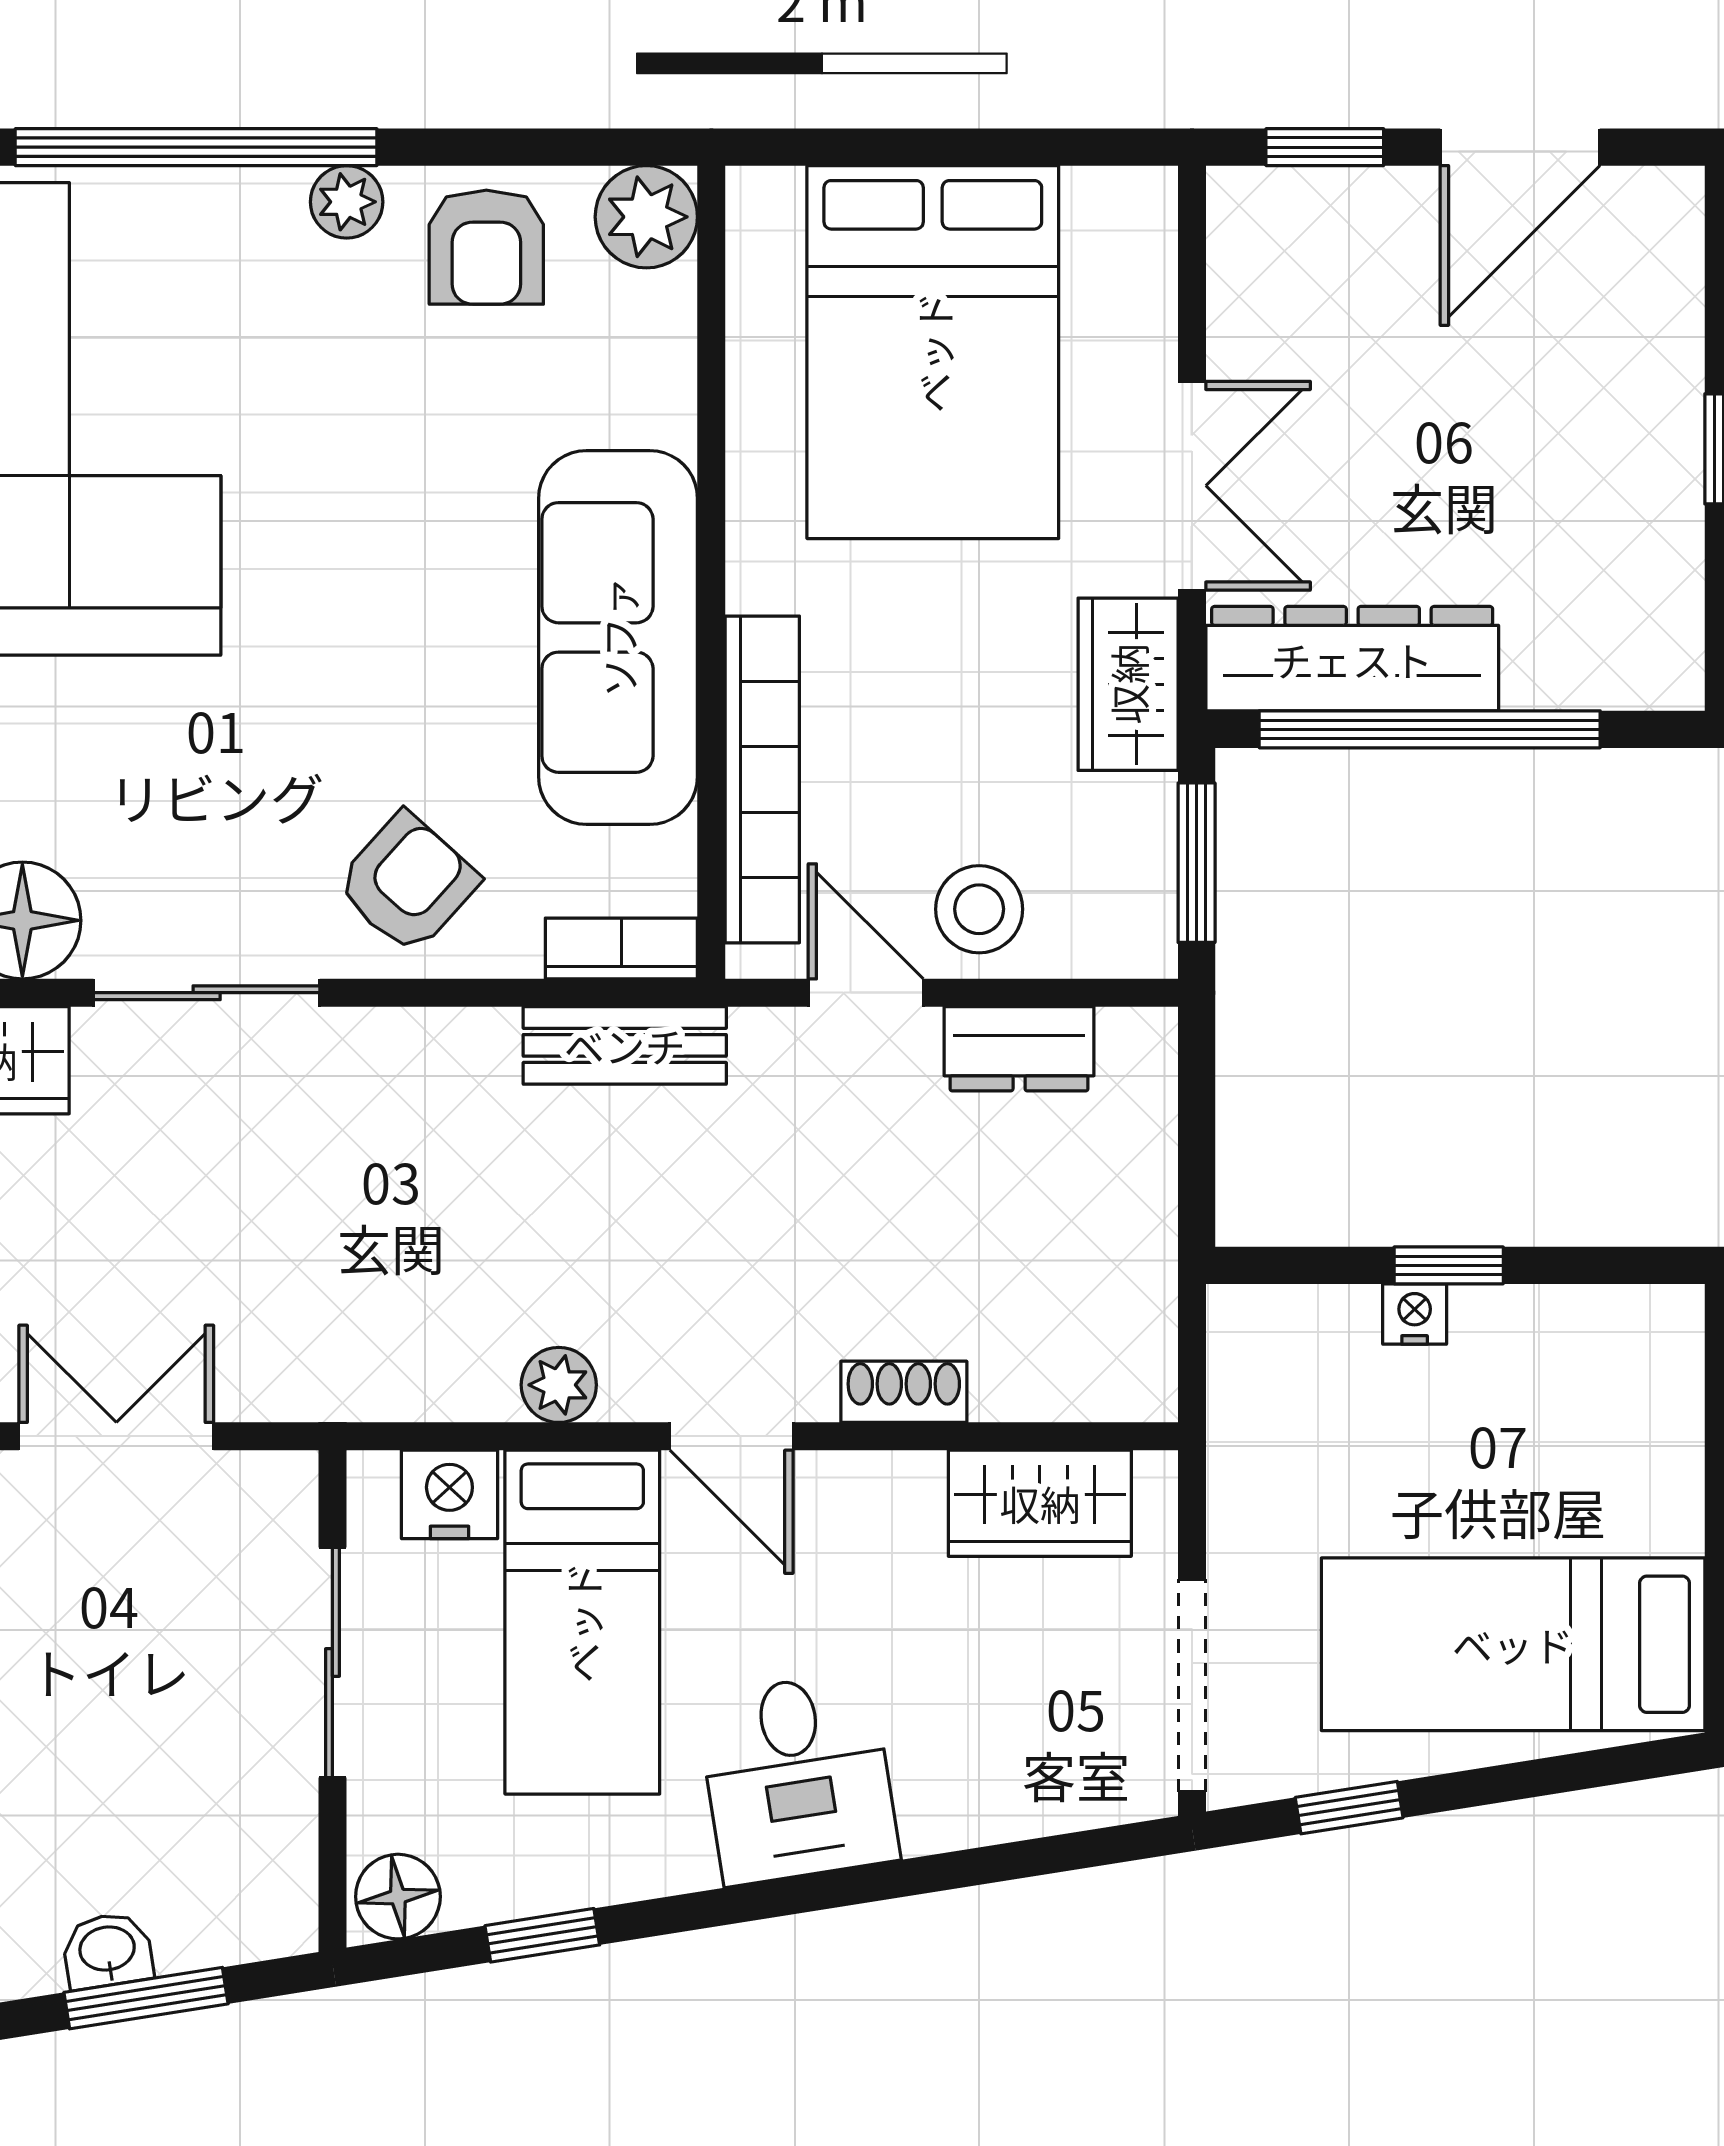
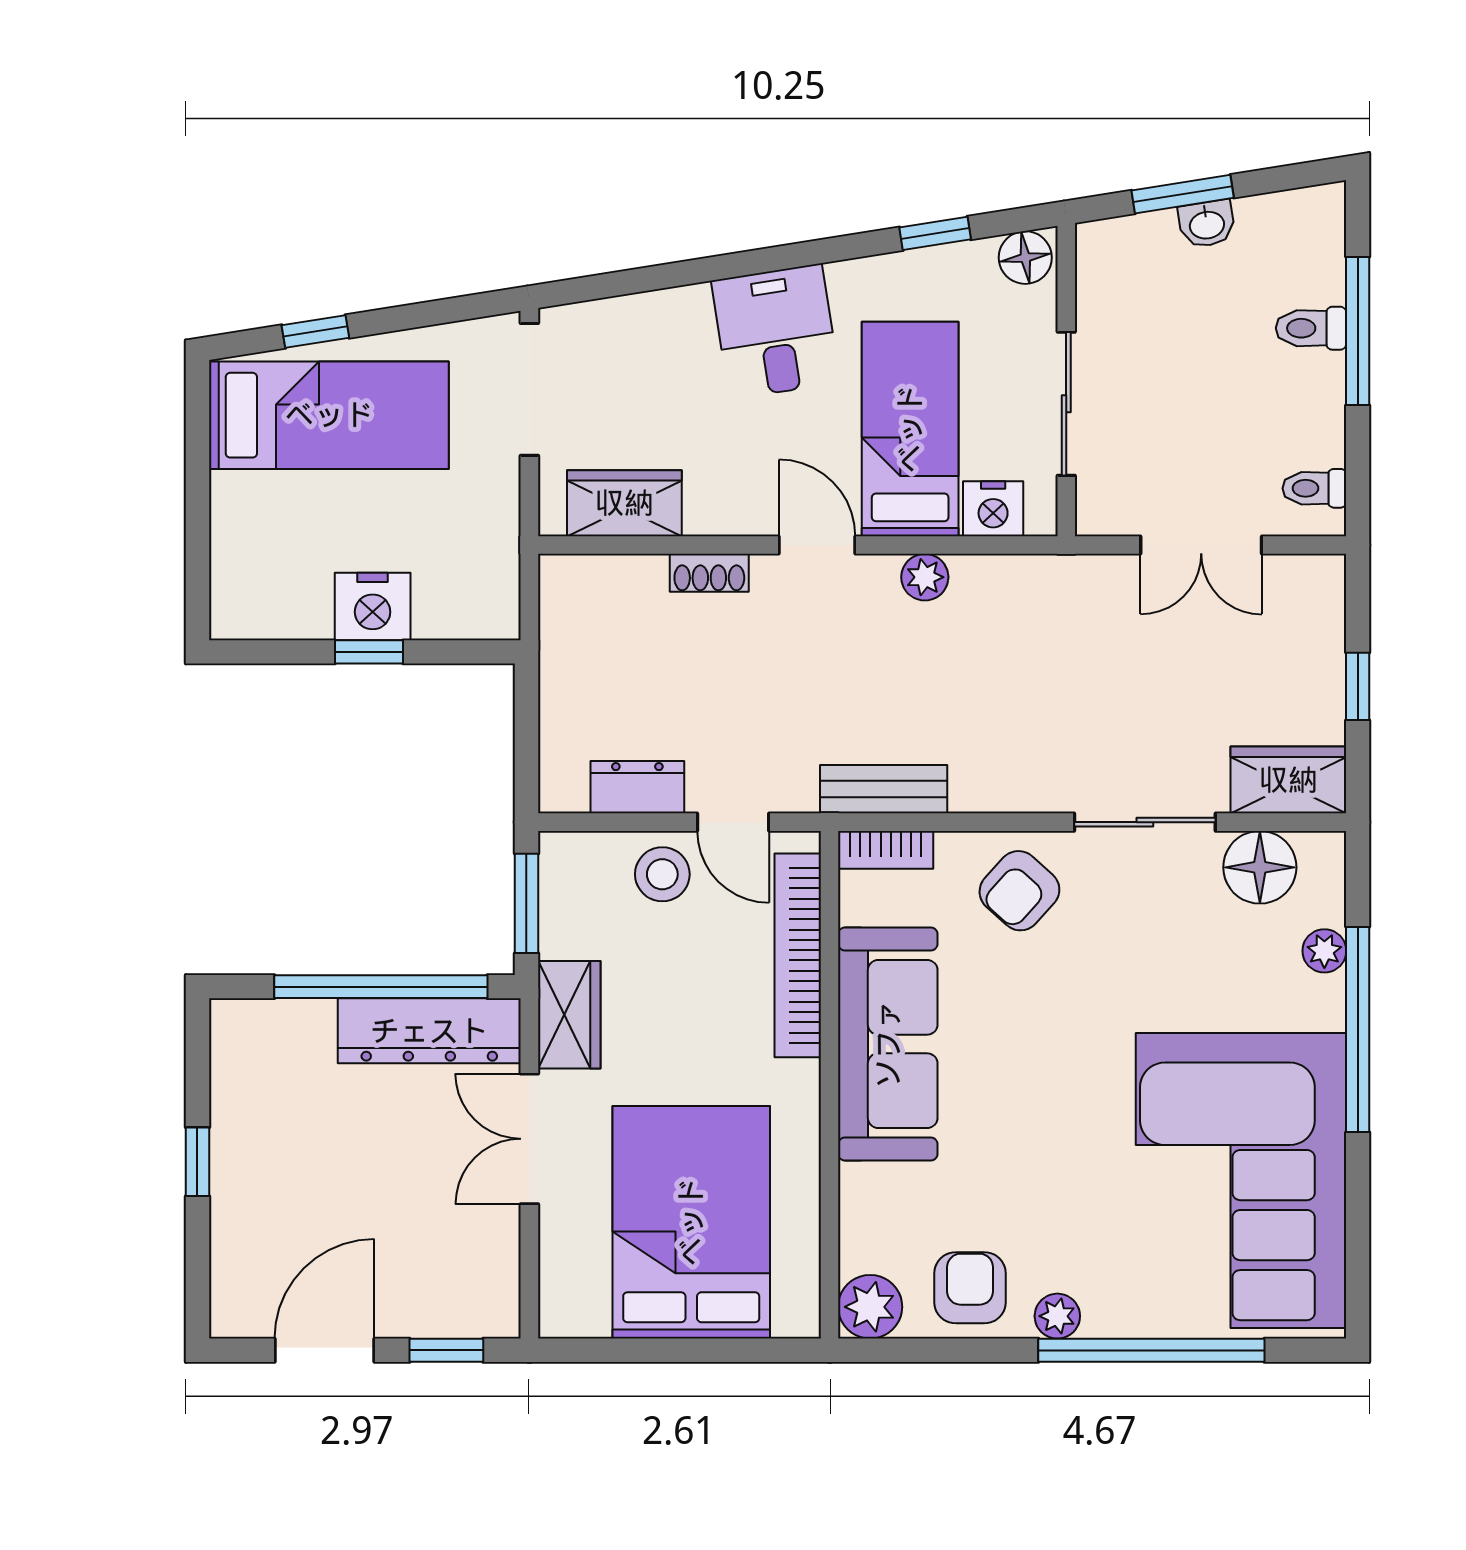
nightstand: (1415, 1314) -> (373, 606), width x1.89, depth x1.79
window: (1349, 1808) -> (315, 331), moved

